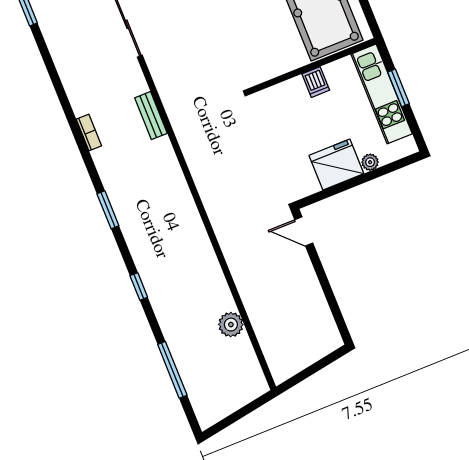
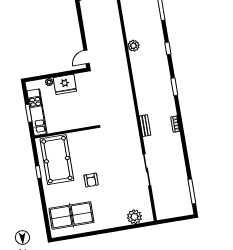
dishwasher: (316, 82) -> (66, 124), removed
door: (304, 231) -> (87, 57), swing flipped
plant: (231, 325) -> (134, 46), moved

